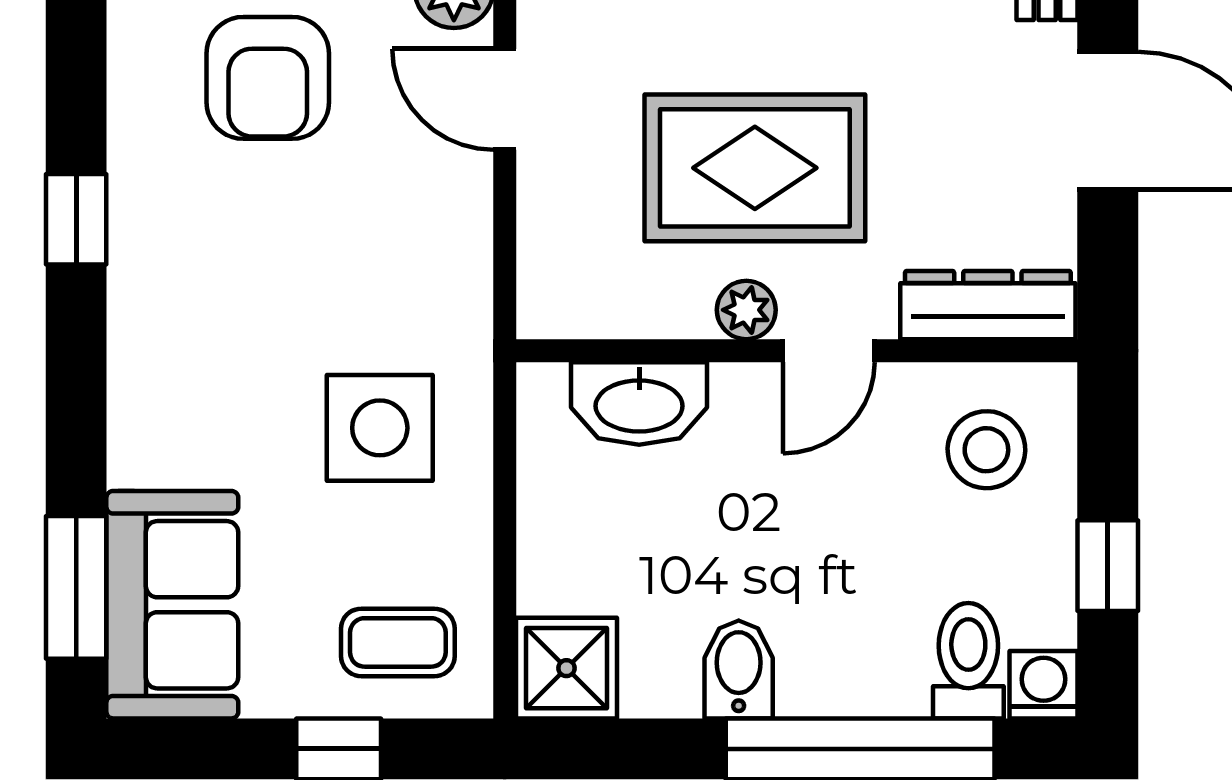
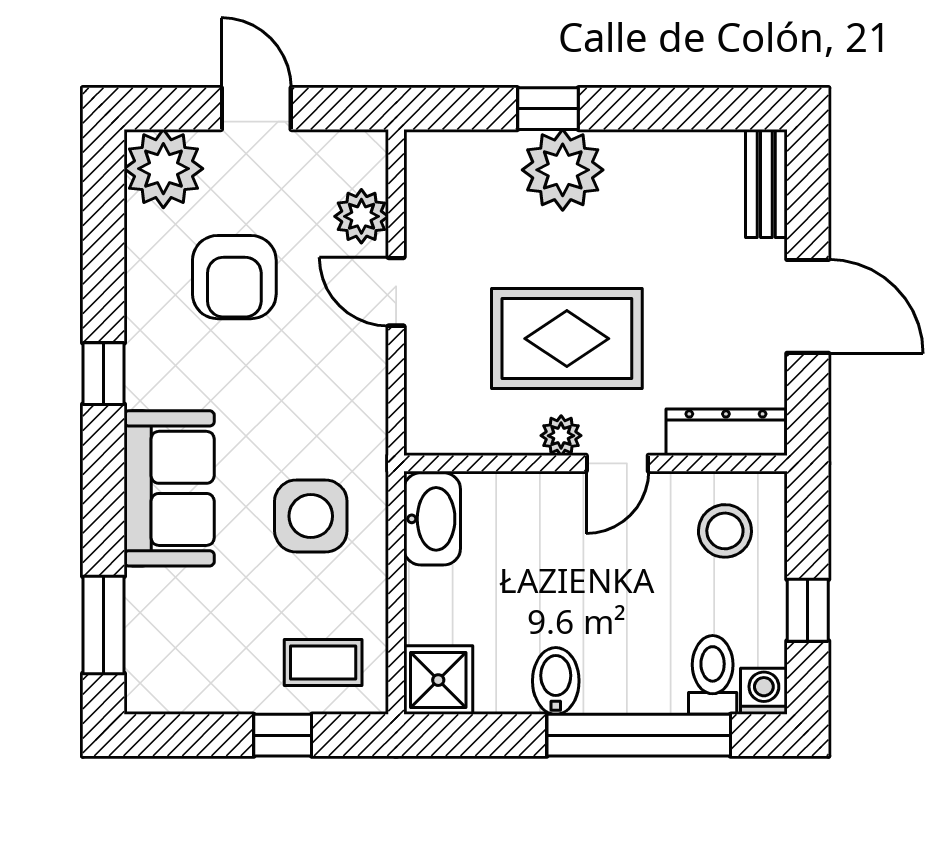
washbasin: (639, 403) -> (432, 519), moved, turned -90
sofa: (172, 605) -> (169, 488), moved

